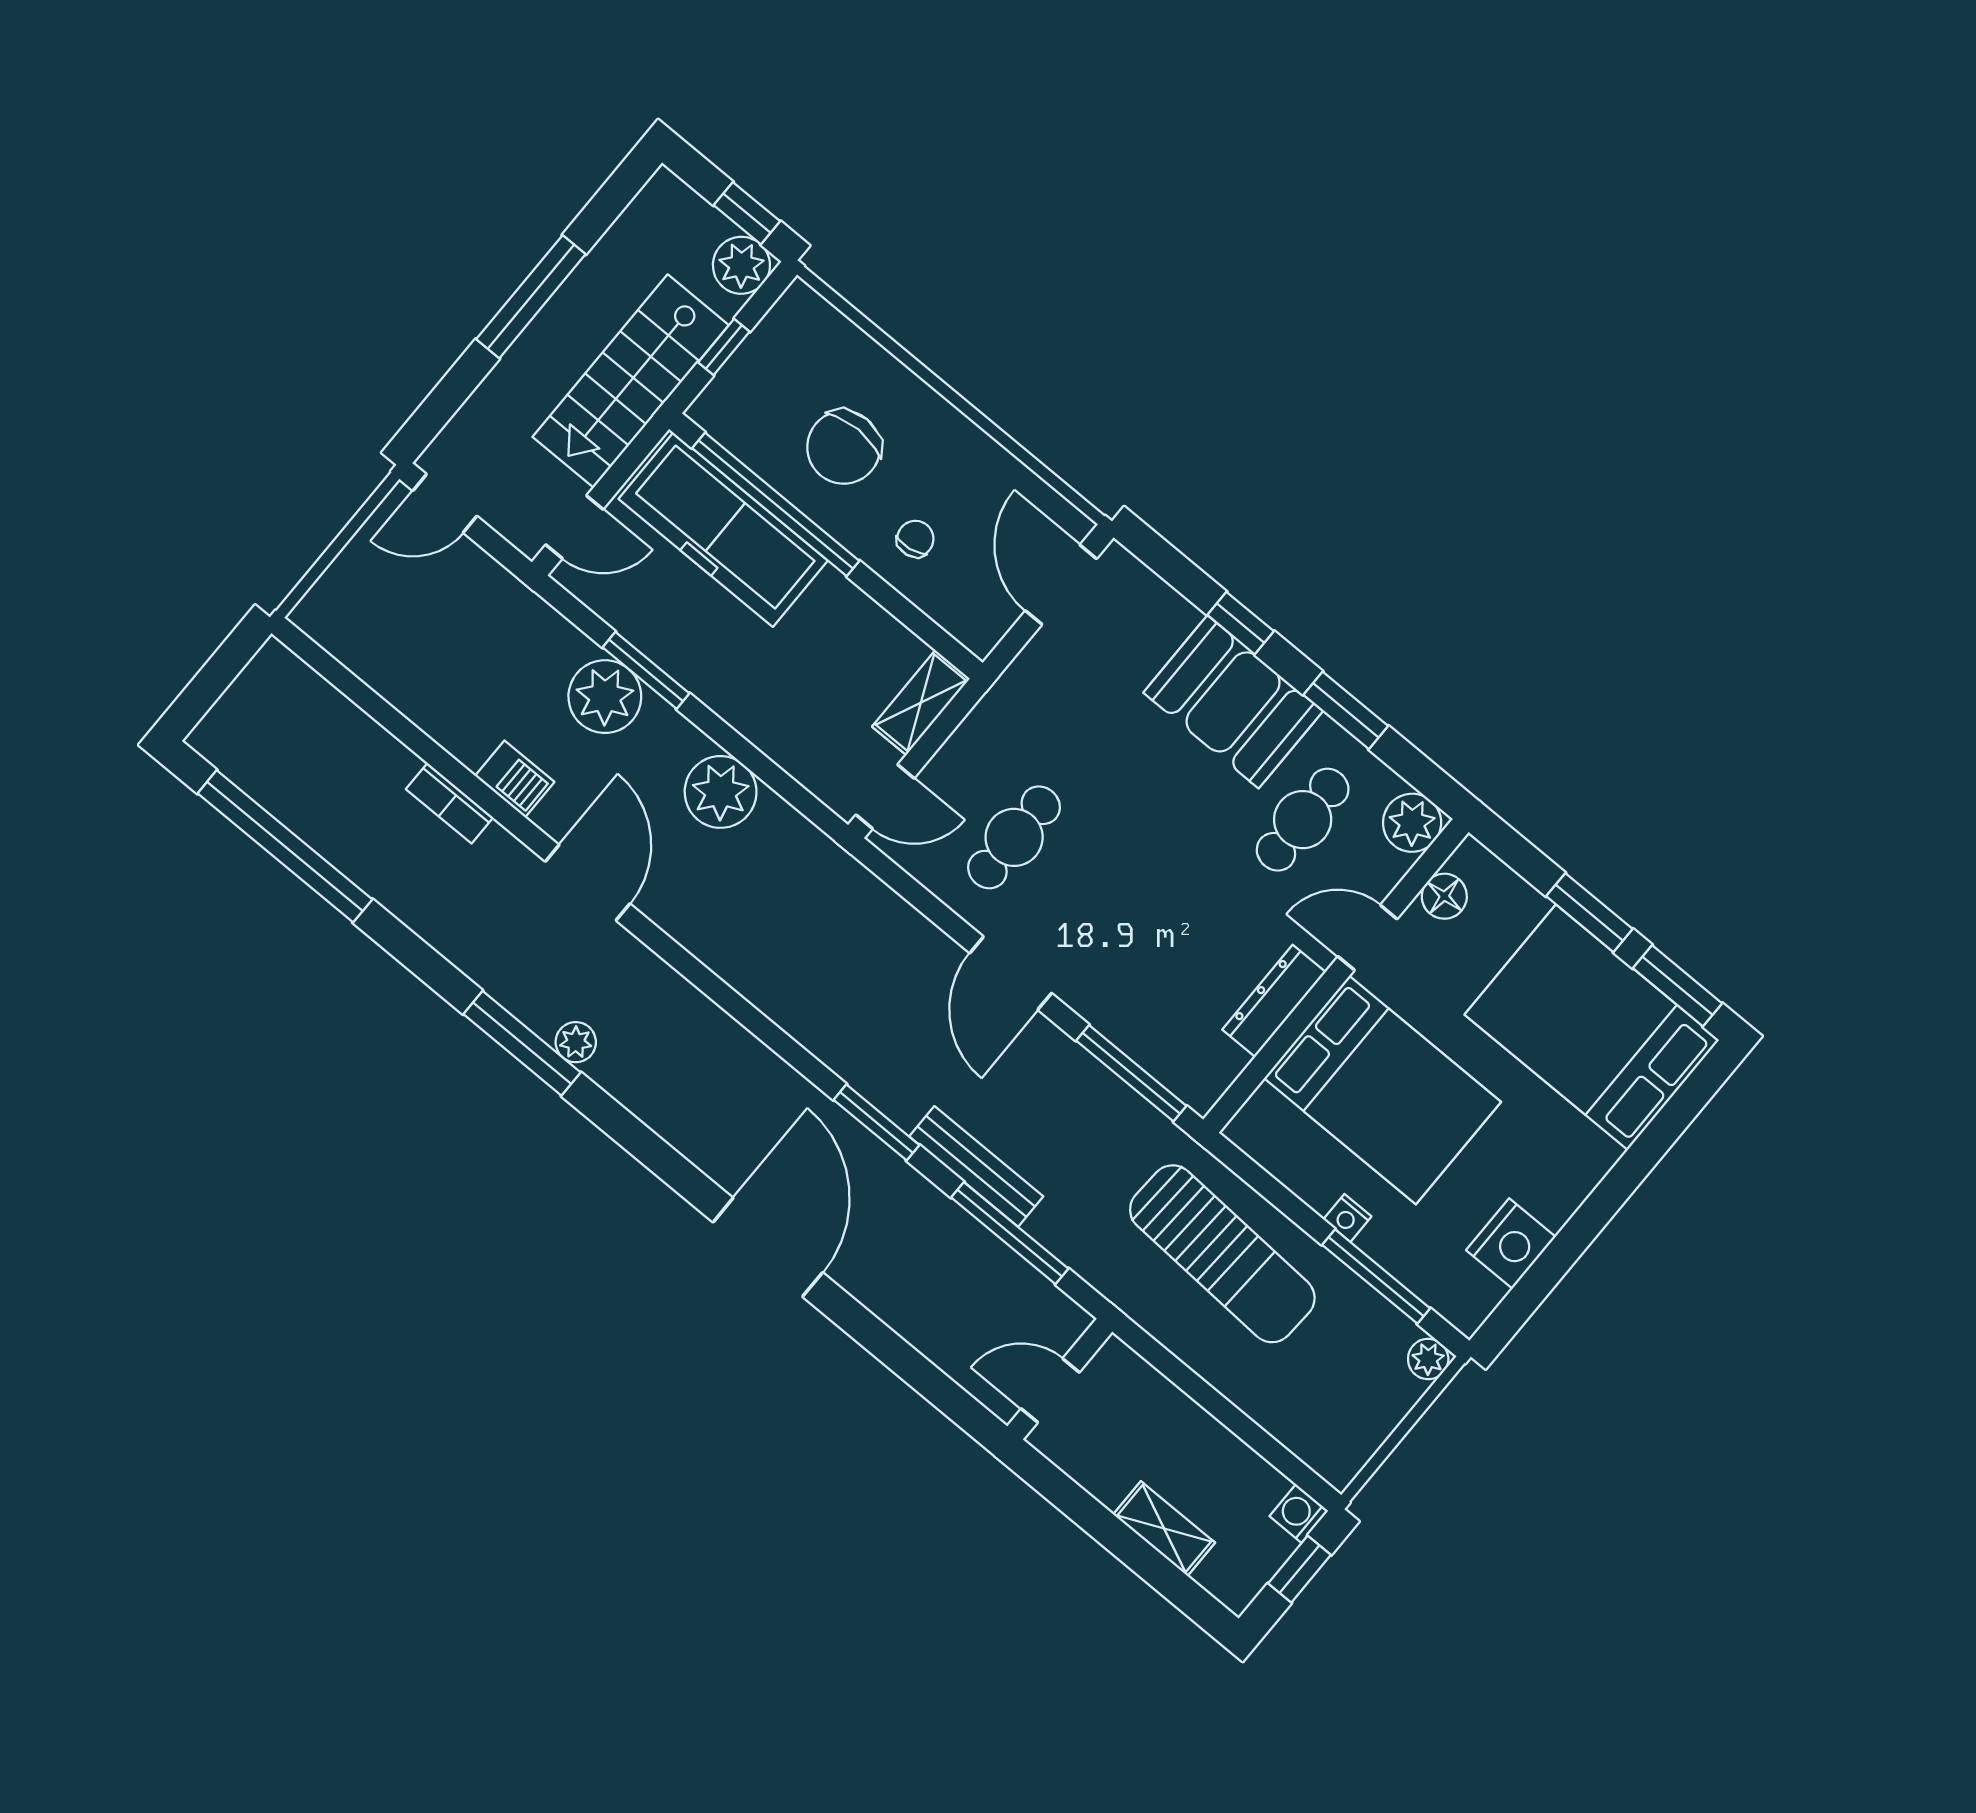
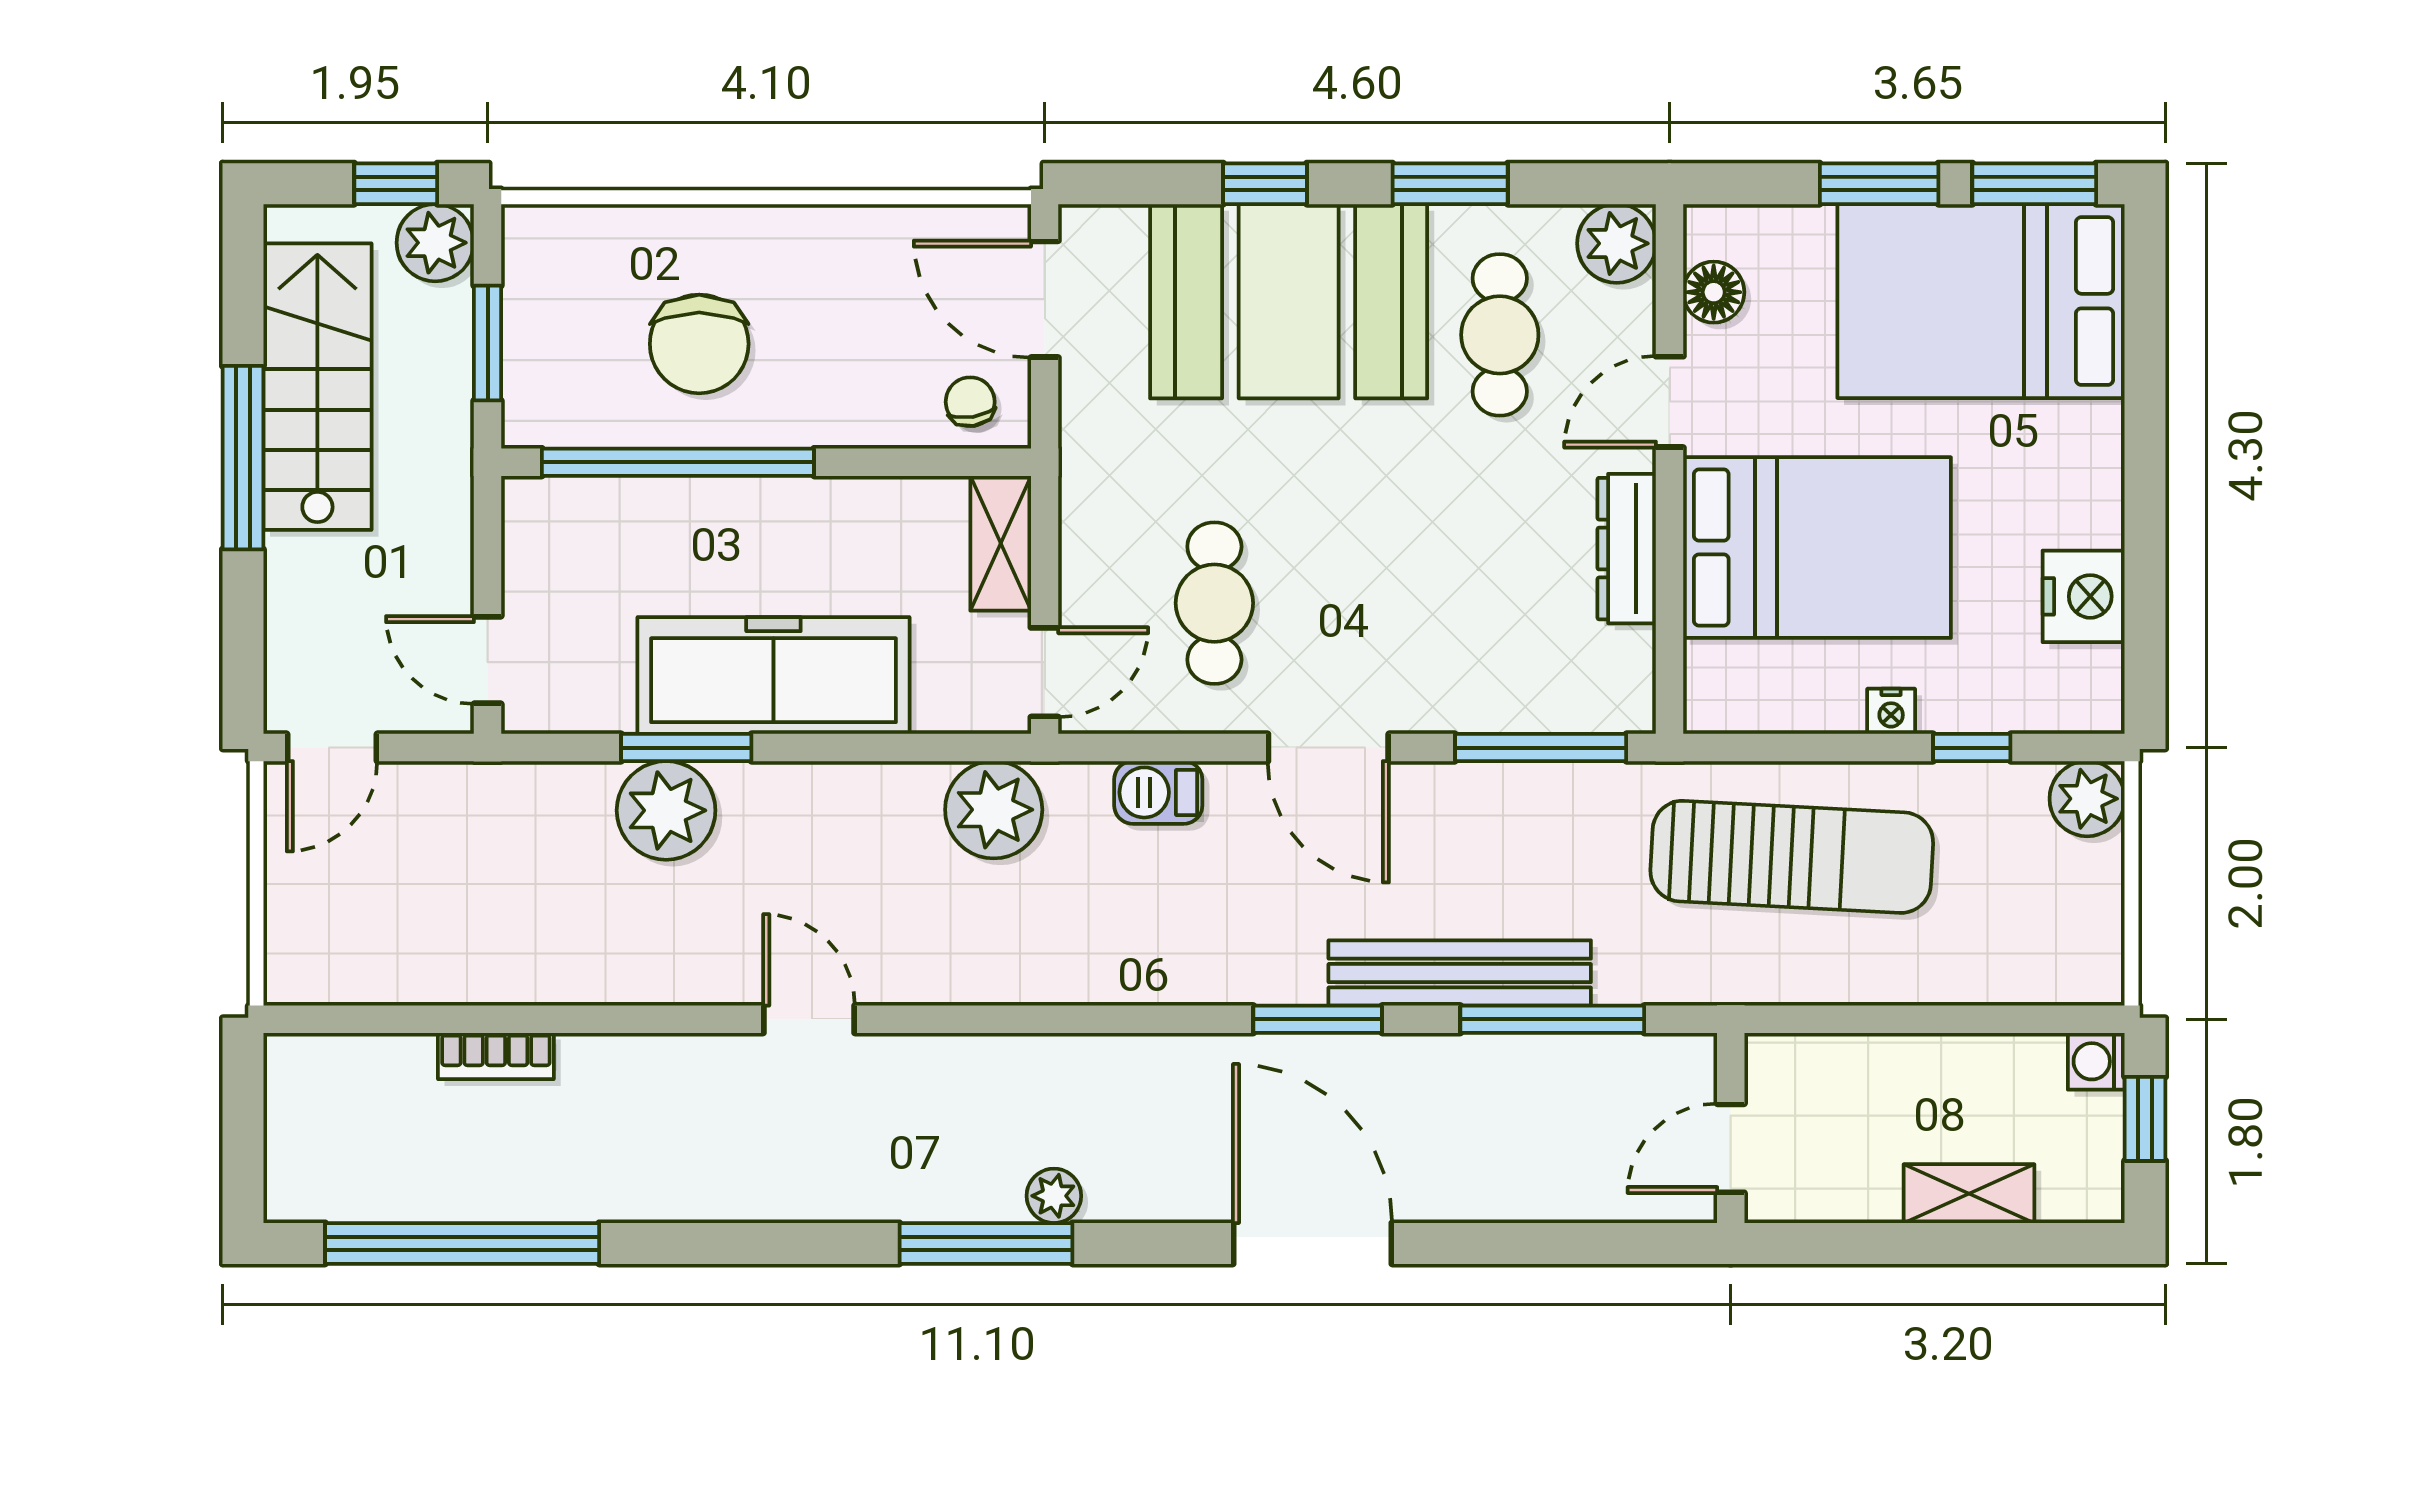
window: (724, 347) -> (488, 343), width x1.50
stairs: (631, 381) -> (317, 387), moved, turned 180
door: (574, 527) -> (488, 660), swing flipped
freezer: (723, 530) -> (773, 676), moved, turned 180
chair: (915, 539) -> (970, 402), moved
booth: (1233, 702) -> (1289, 301), width x1.36, depth x1.42
barbecue: (515, 779) -> (1158, 792), moved, turned 180
plant: (721, 792) -> (994, 810), moved
bookcase: (450, 803) -> (496, 1056), moved
door: (588, 883) -> (809, 1019), width x0.73
plant: (576, 1042) -> (1054, 1196), moved
window: (522, 1043) -> (986, 1243), moved
bench: (976, 1166) -> (1460, 973), width x1.37, depth x1.21
window: (1376, 1277) -> (1972, 748), width x0.46
plant: (1428, 1359) -> (2087, 799), width x1.38, depth x1.38

